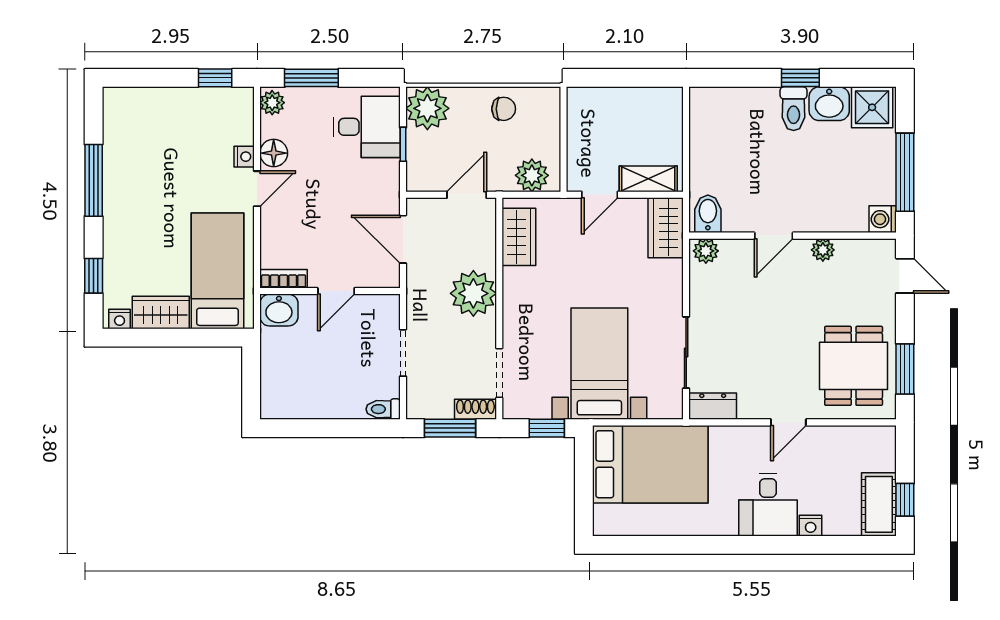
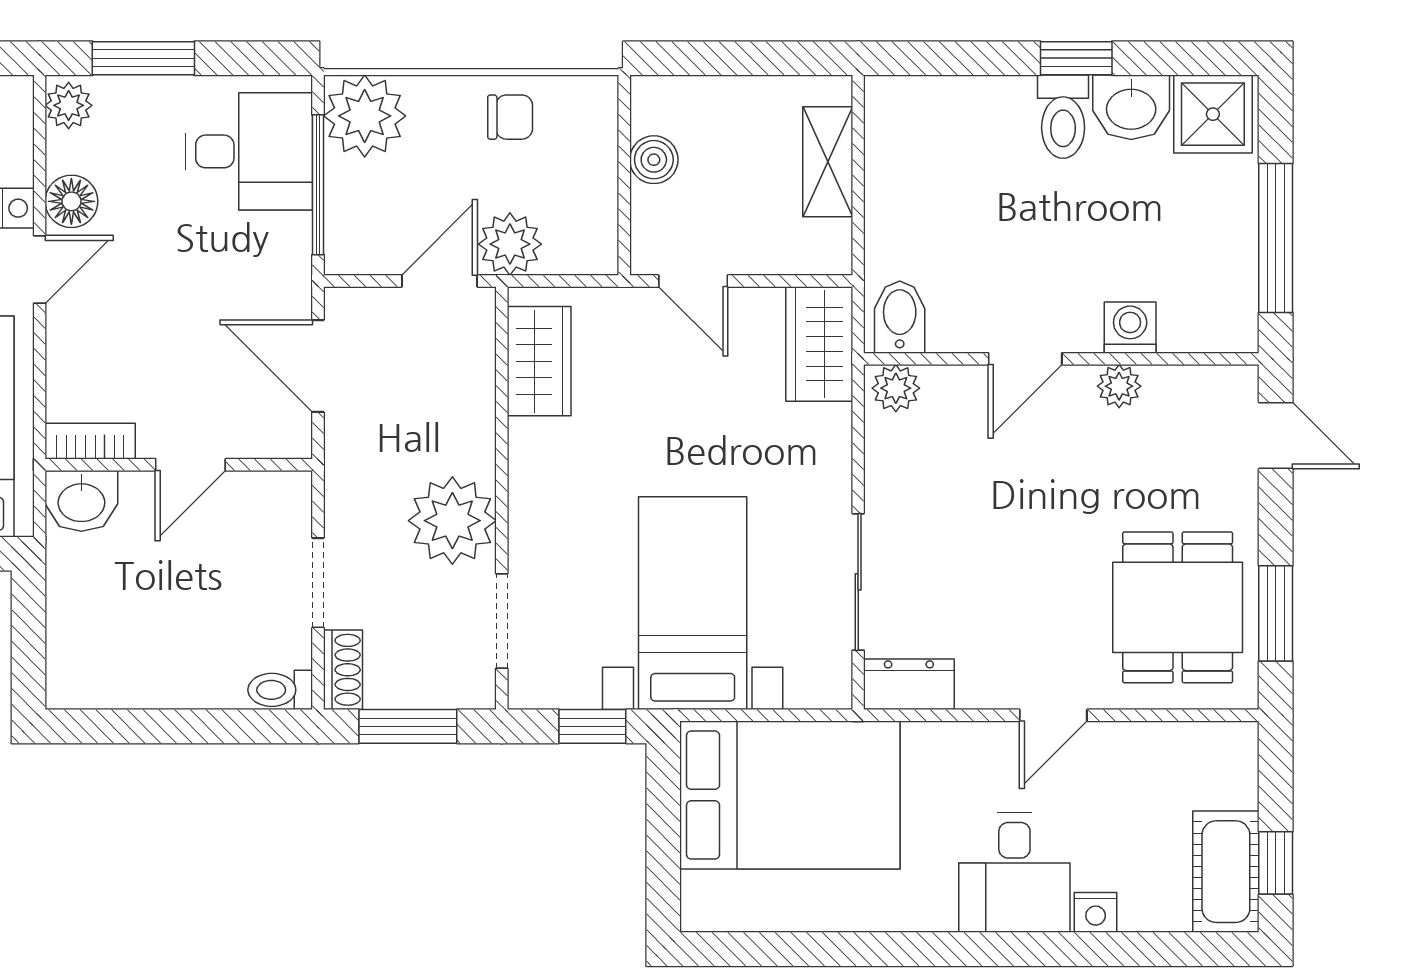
boiler: (579, 131) -> (654, 160), added
window: (403, 144) -> (318, 185), width x2.17
plant: (532, 175) -> (510, 244), moved
shelving: (648, 179) -> (828, 162), moved, turned 90
door: (600, 195) -> (693, 281), hinge flipped
washing machine: (883, 219) -> (1130, 328), moved, turned 90
plant: (473, 293) -> (452, 521), moved
shoe rack: (475, 409) -> (343, 670), moved, turned 90

